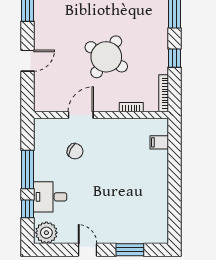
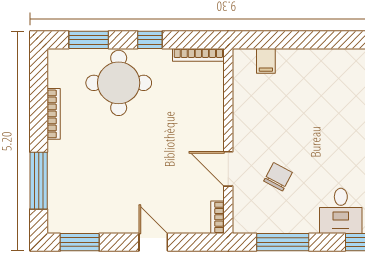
round table: (106, 57) -> (119, 83), moved, turned -32
bookcase: (131, 107) -> (217, 217), moved
window: (28, 169) -> (283, 242), moved

